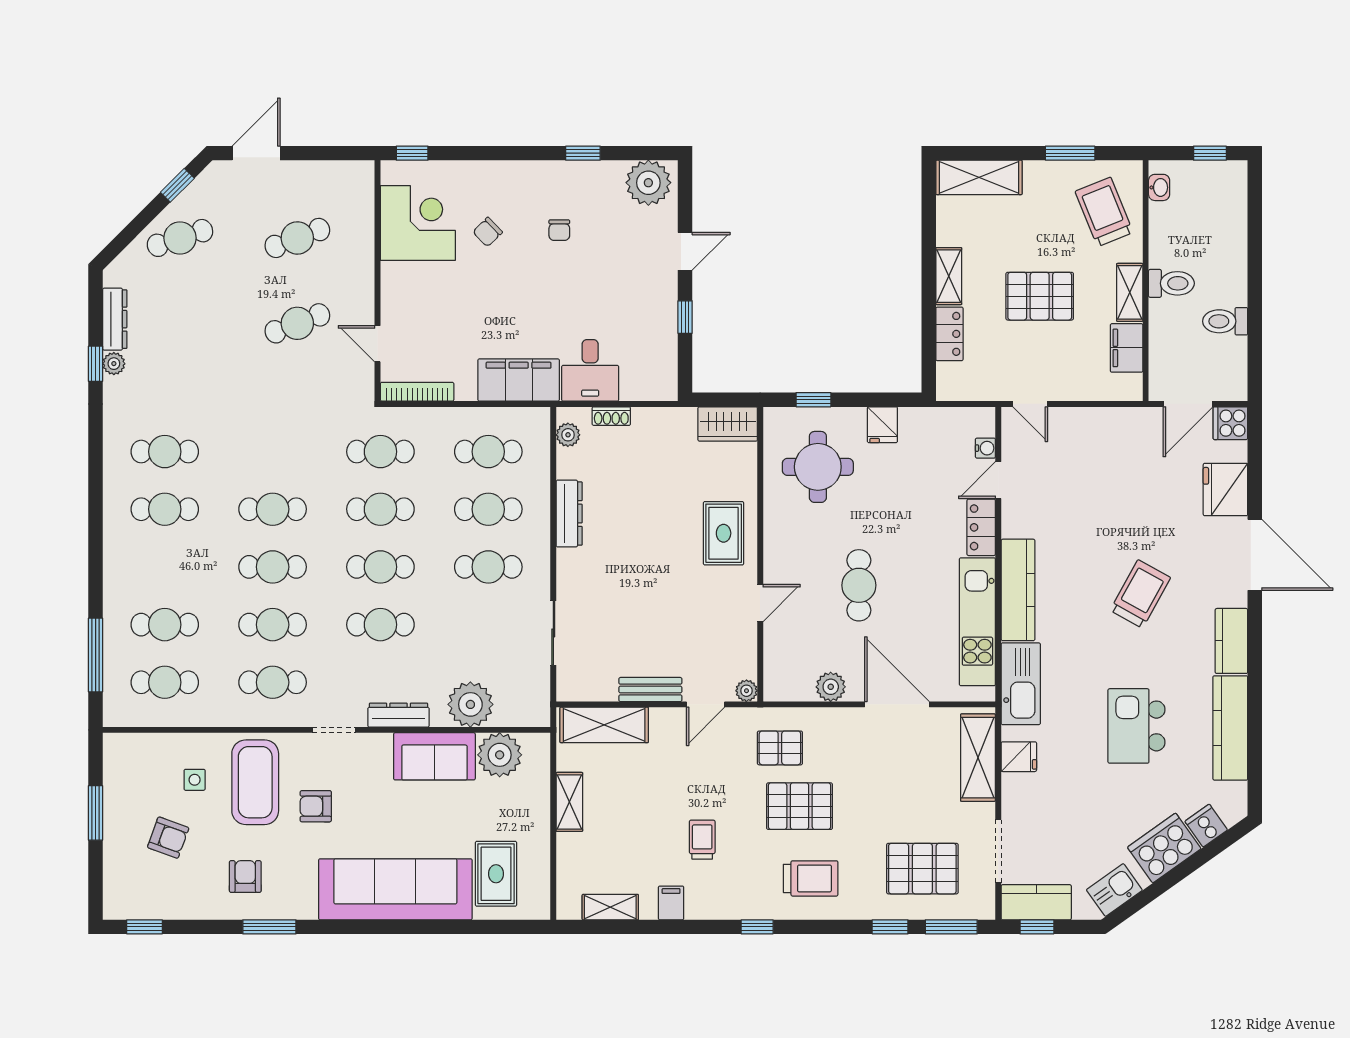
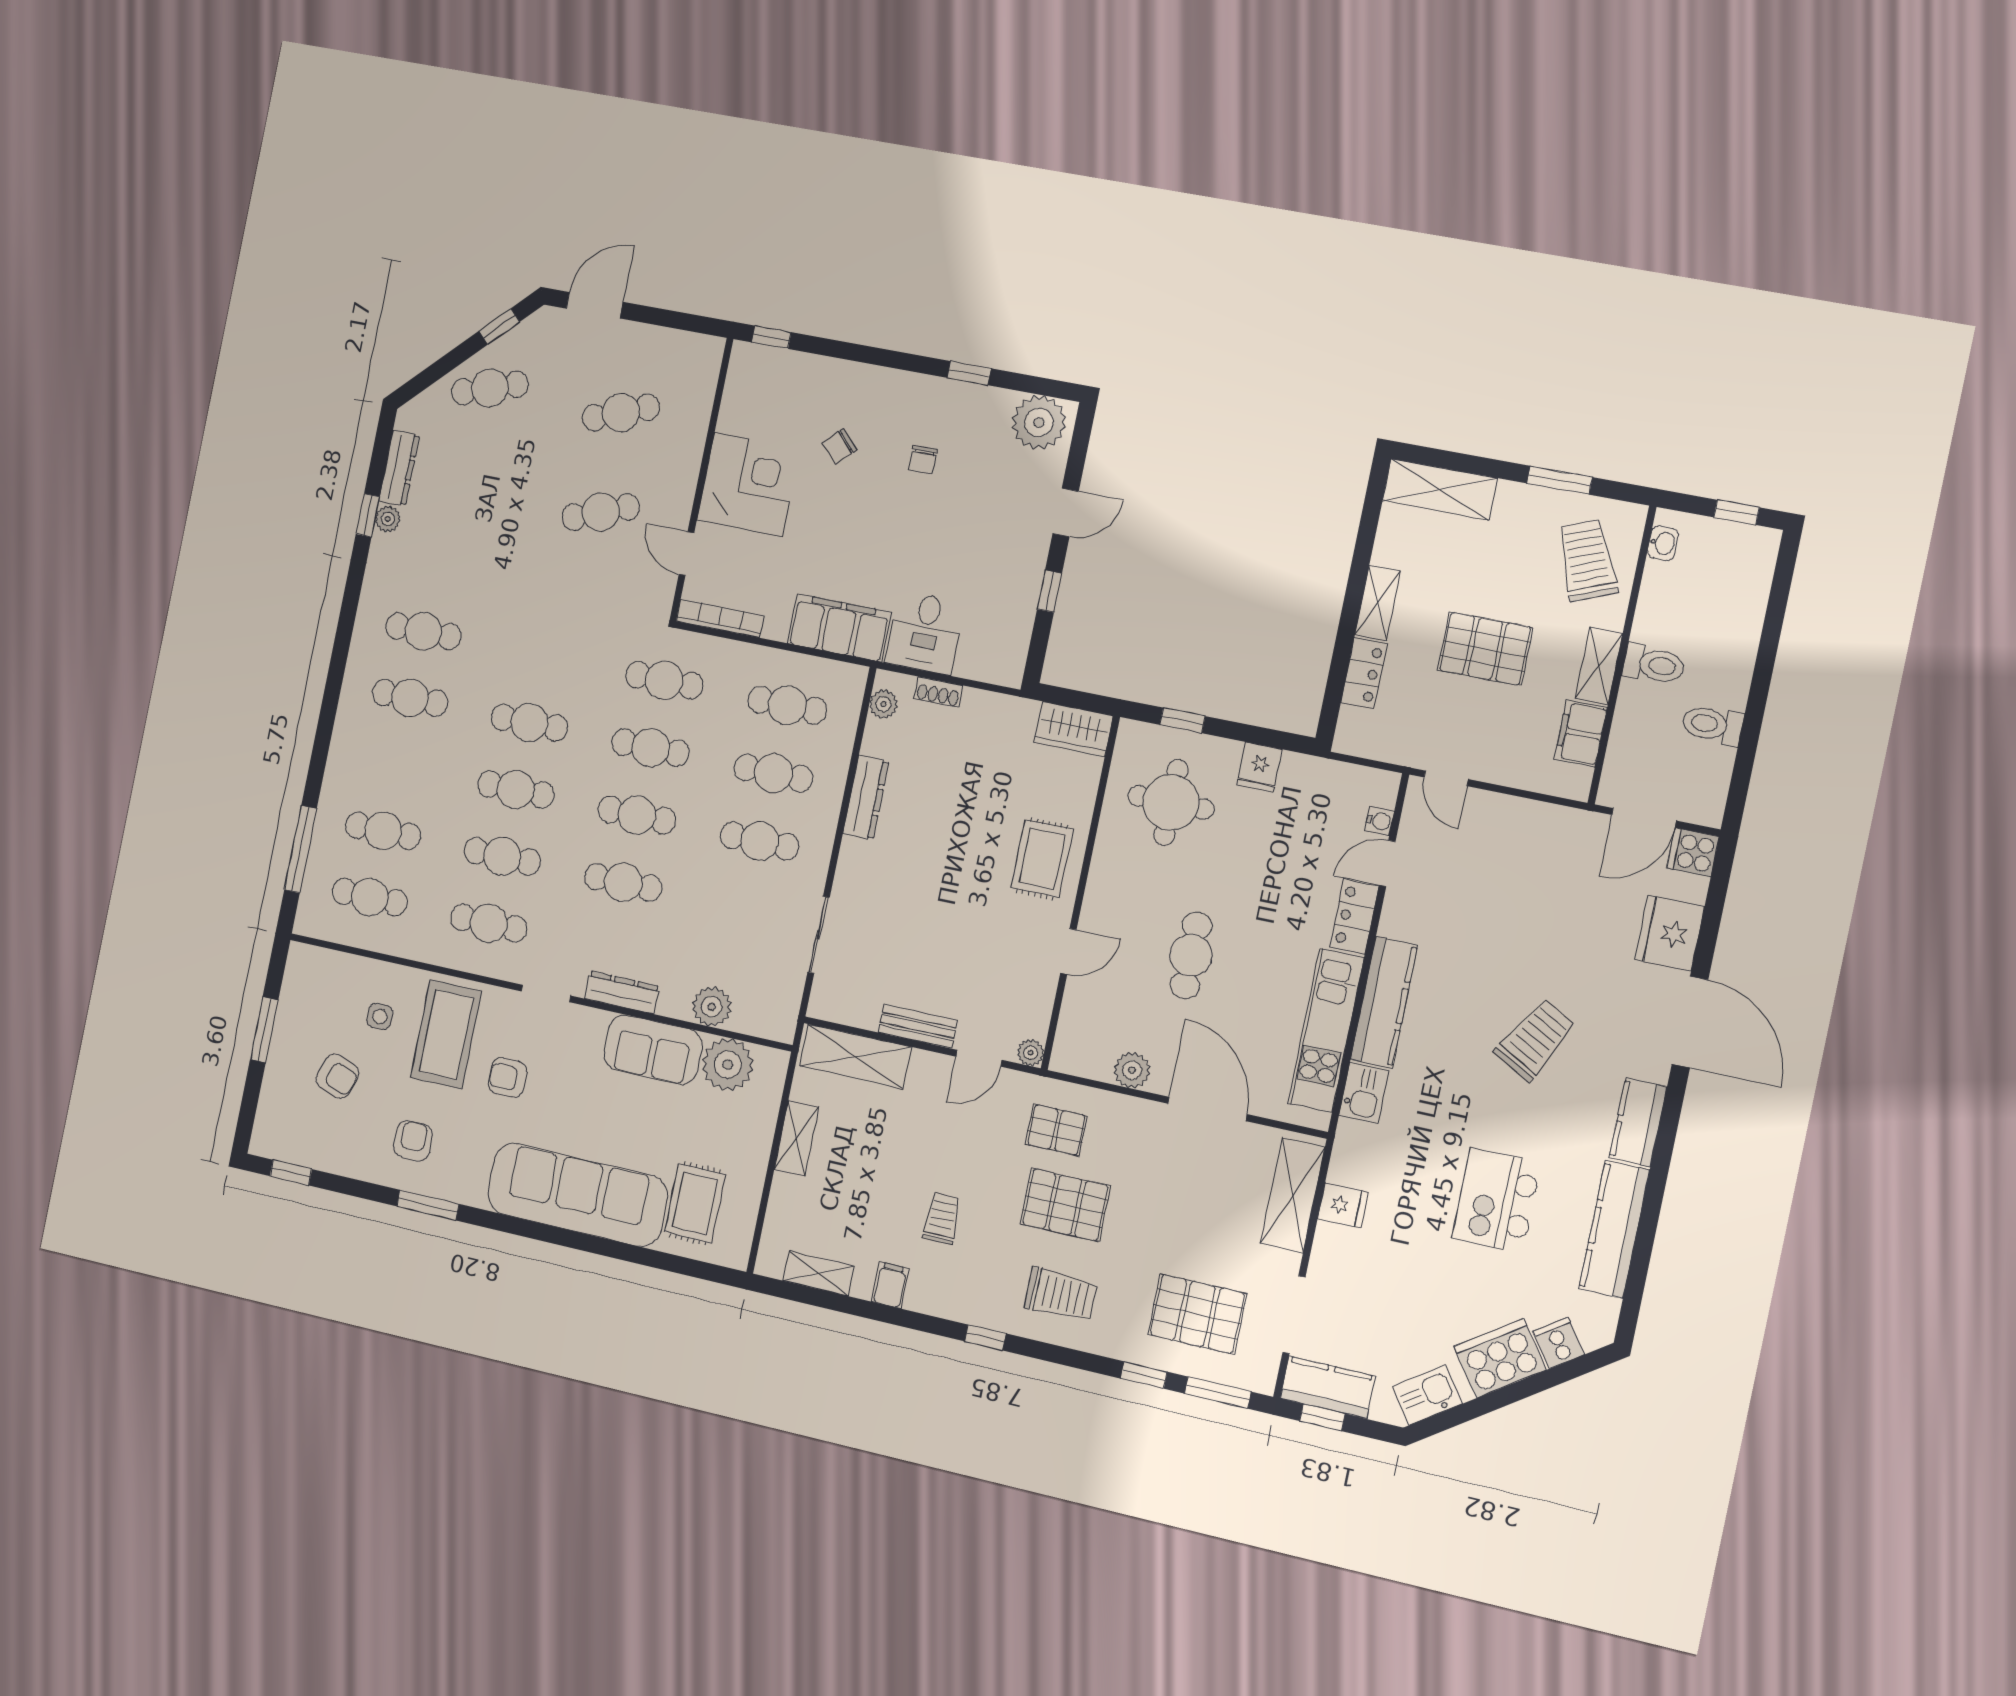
corner desk: (418, 223) -> (748, 485), moved
kitchen sink: (1021, 684) -> (1364, 1093), width x0.53, depth x0.81
plant: (470, 704) -> (712, 1007), width x0.73, depth x0.73

